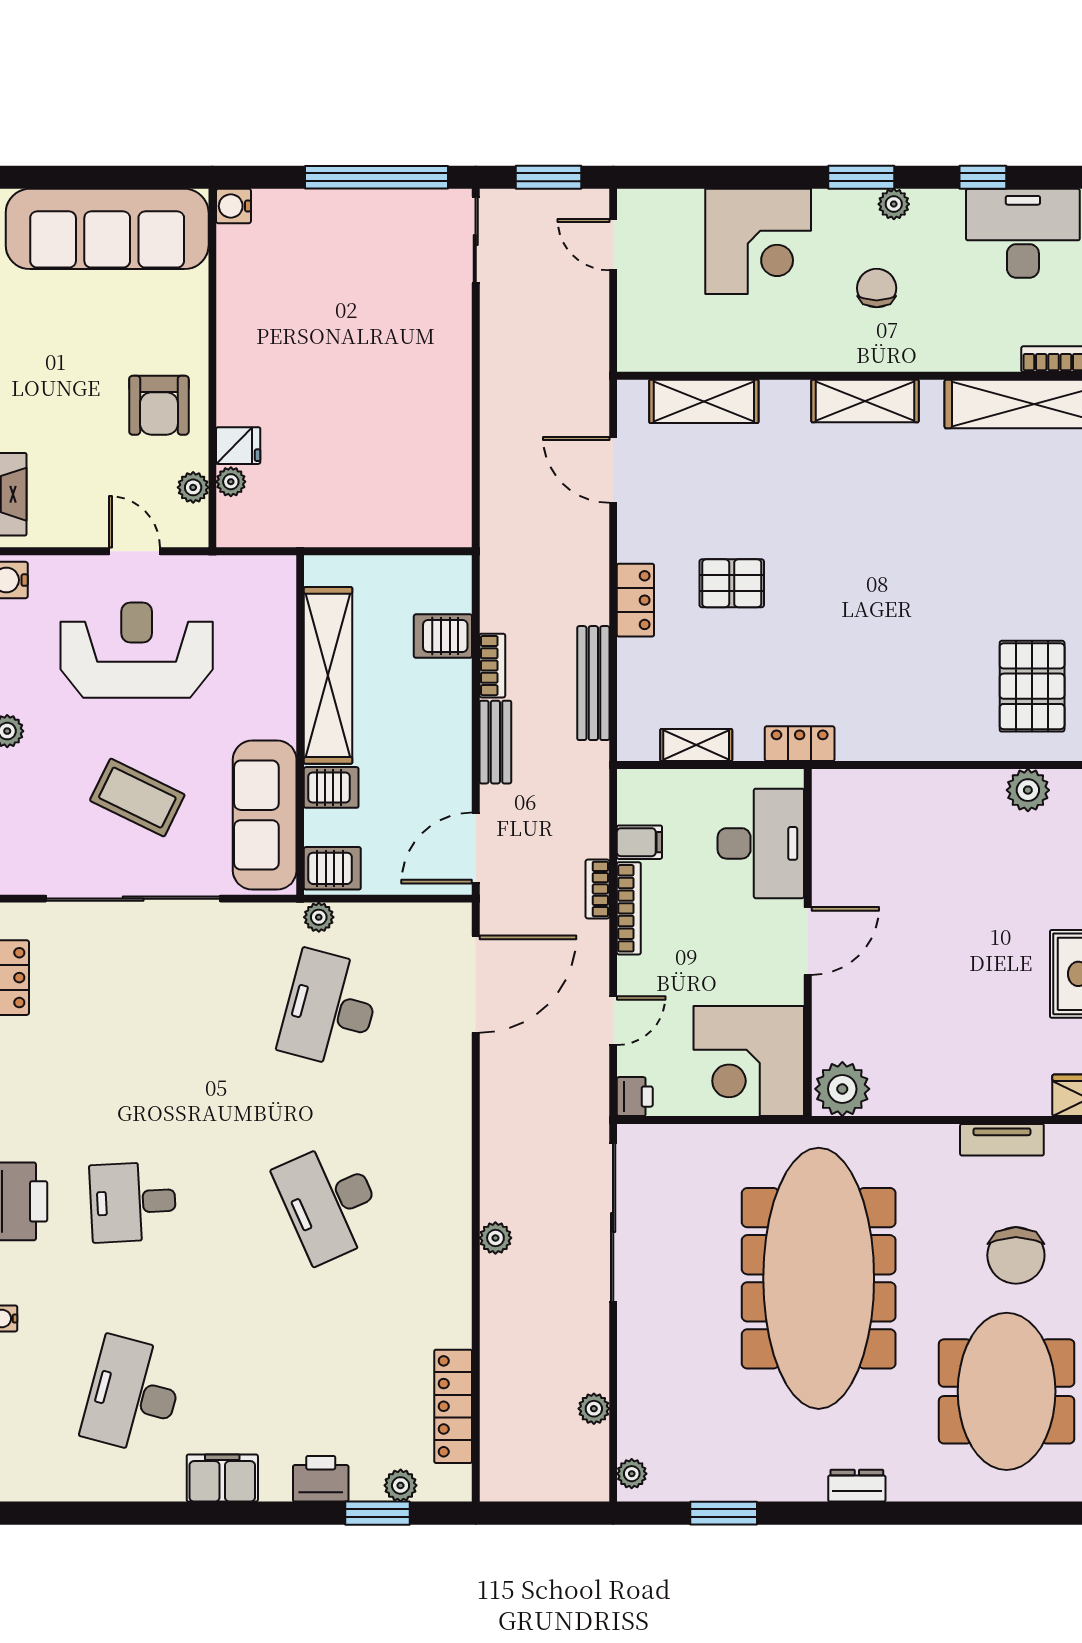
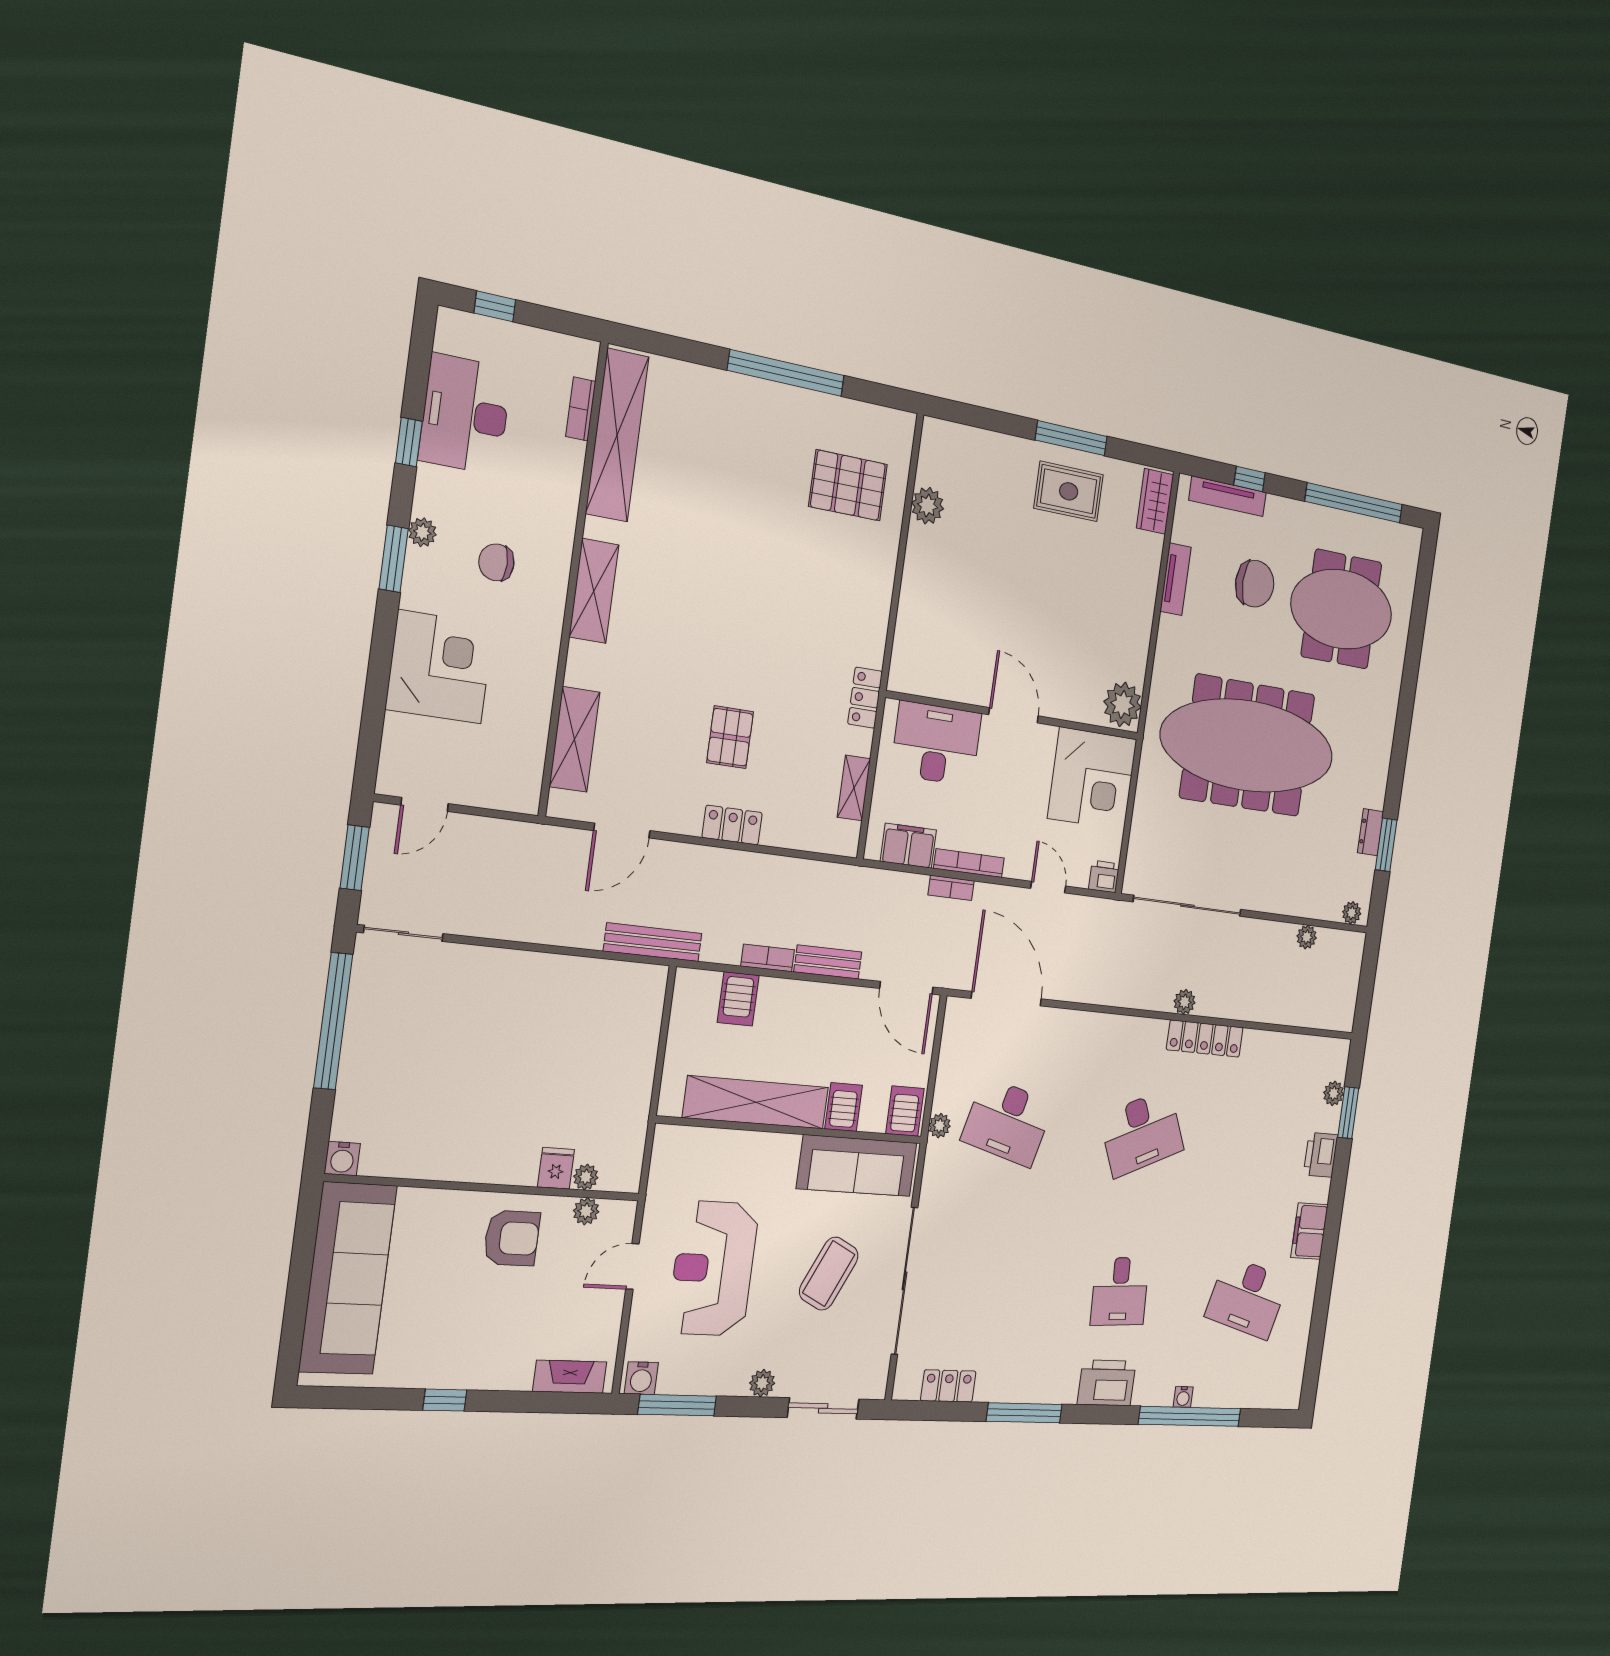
bench: (593, 683) -> (653, 942), moved
filing cabinet: (639, 842) -> (908, 846), width x2.00
locker: (453, 1406) -> (1205, 1039), moved
dresser: (857, 1486) -> (1371, 832), moved

